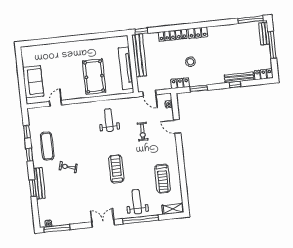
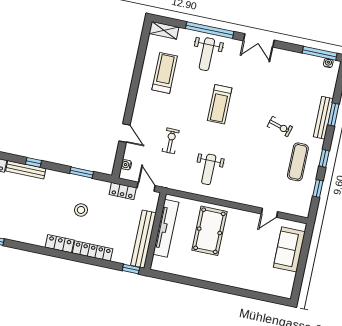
locker: (180, 83) -> (123, 191), moved

